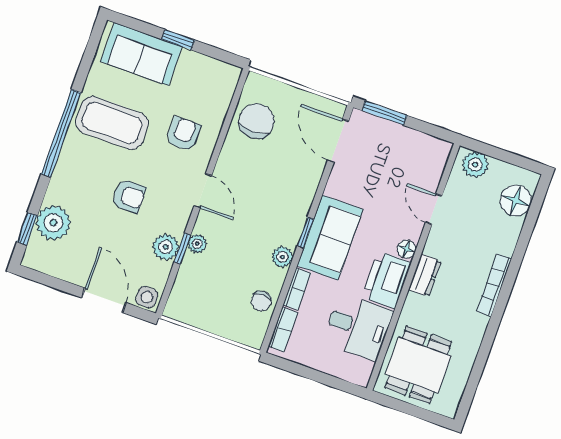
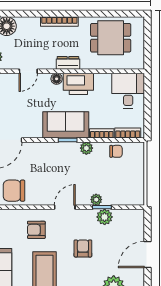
side table: (147, 297) -> (137, 217), removed
door: (104, 300) -> (148, 255), moved
desk: (358, 327) -> (128, 91), moved
dining table: (418, 365) -> (111, 38), moved

